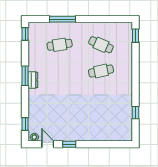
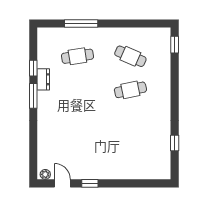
window: (25, 34) -> (33, 68), moved
dresser: (33, 80) -> (43, 79), moved
window: (25, 124) -> (33, 158), removed

